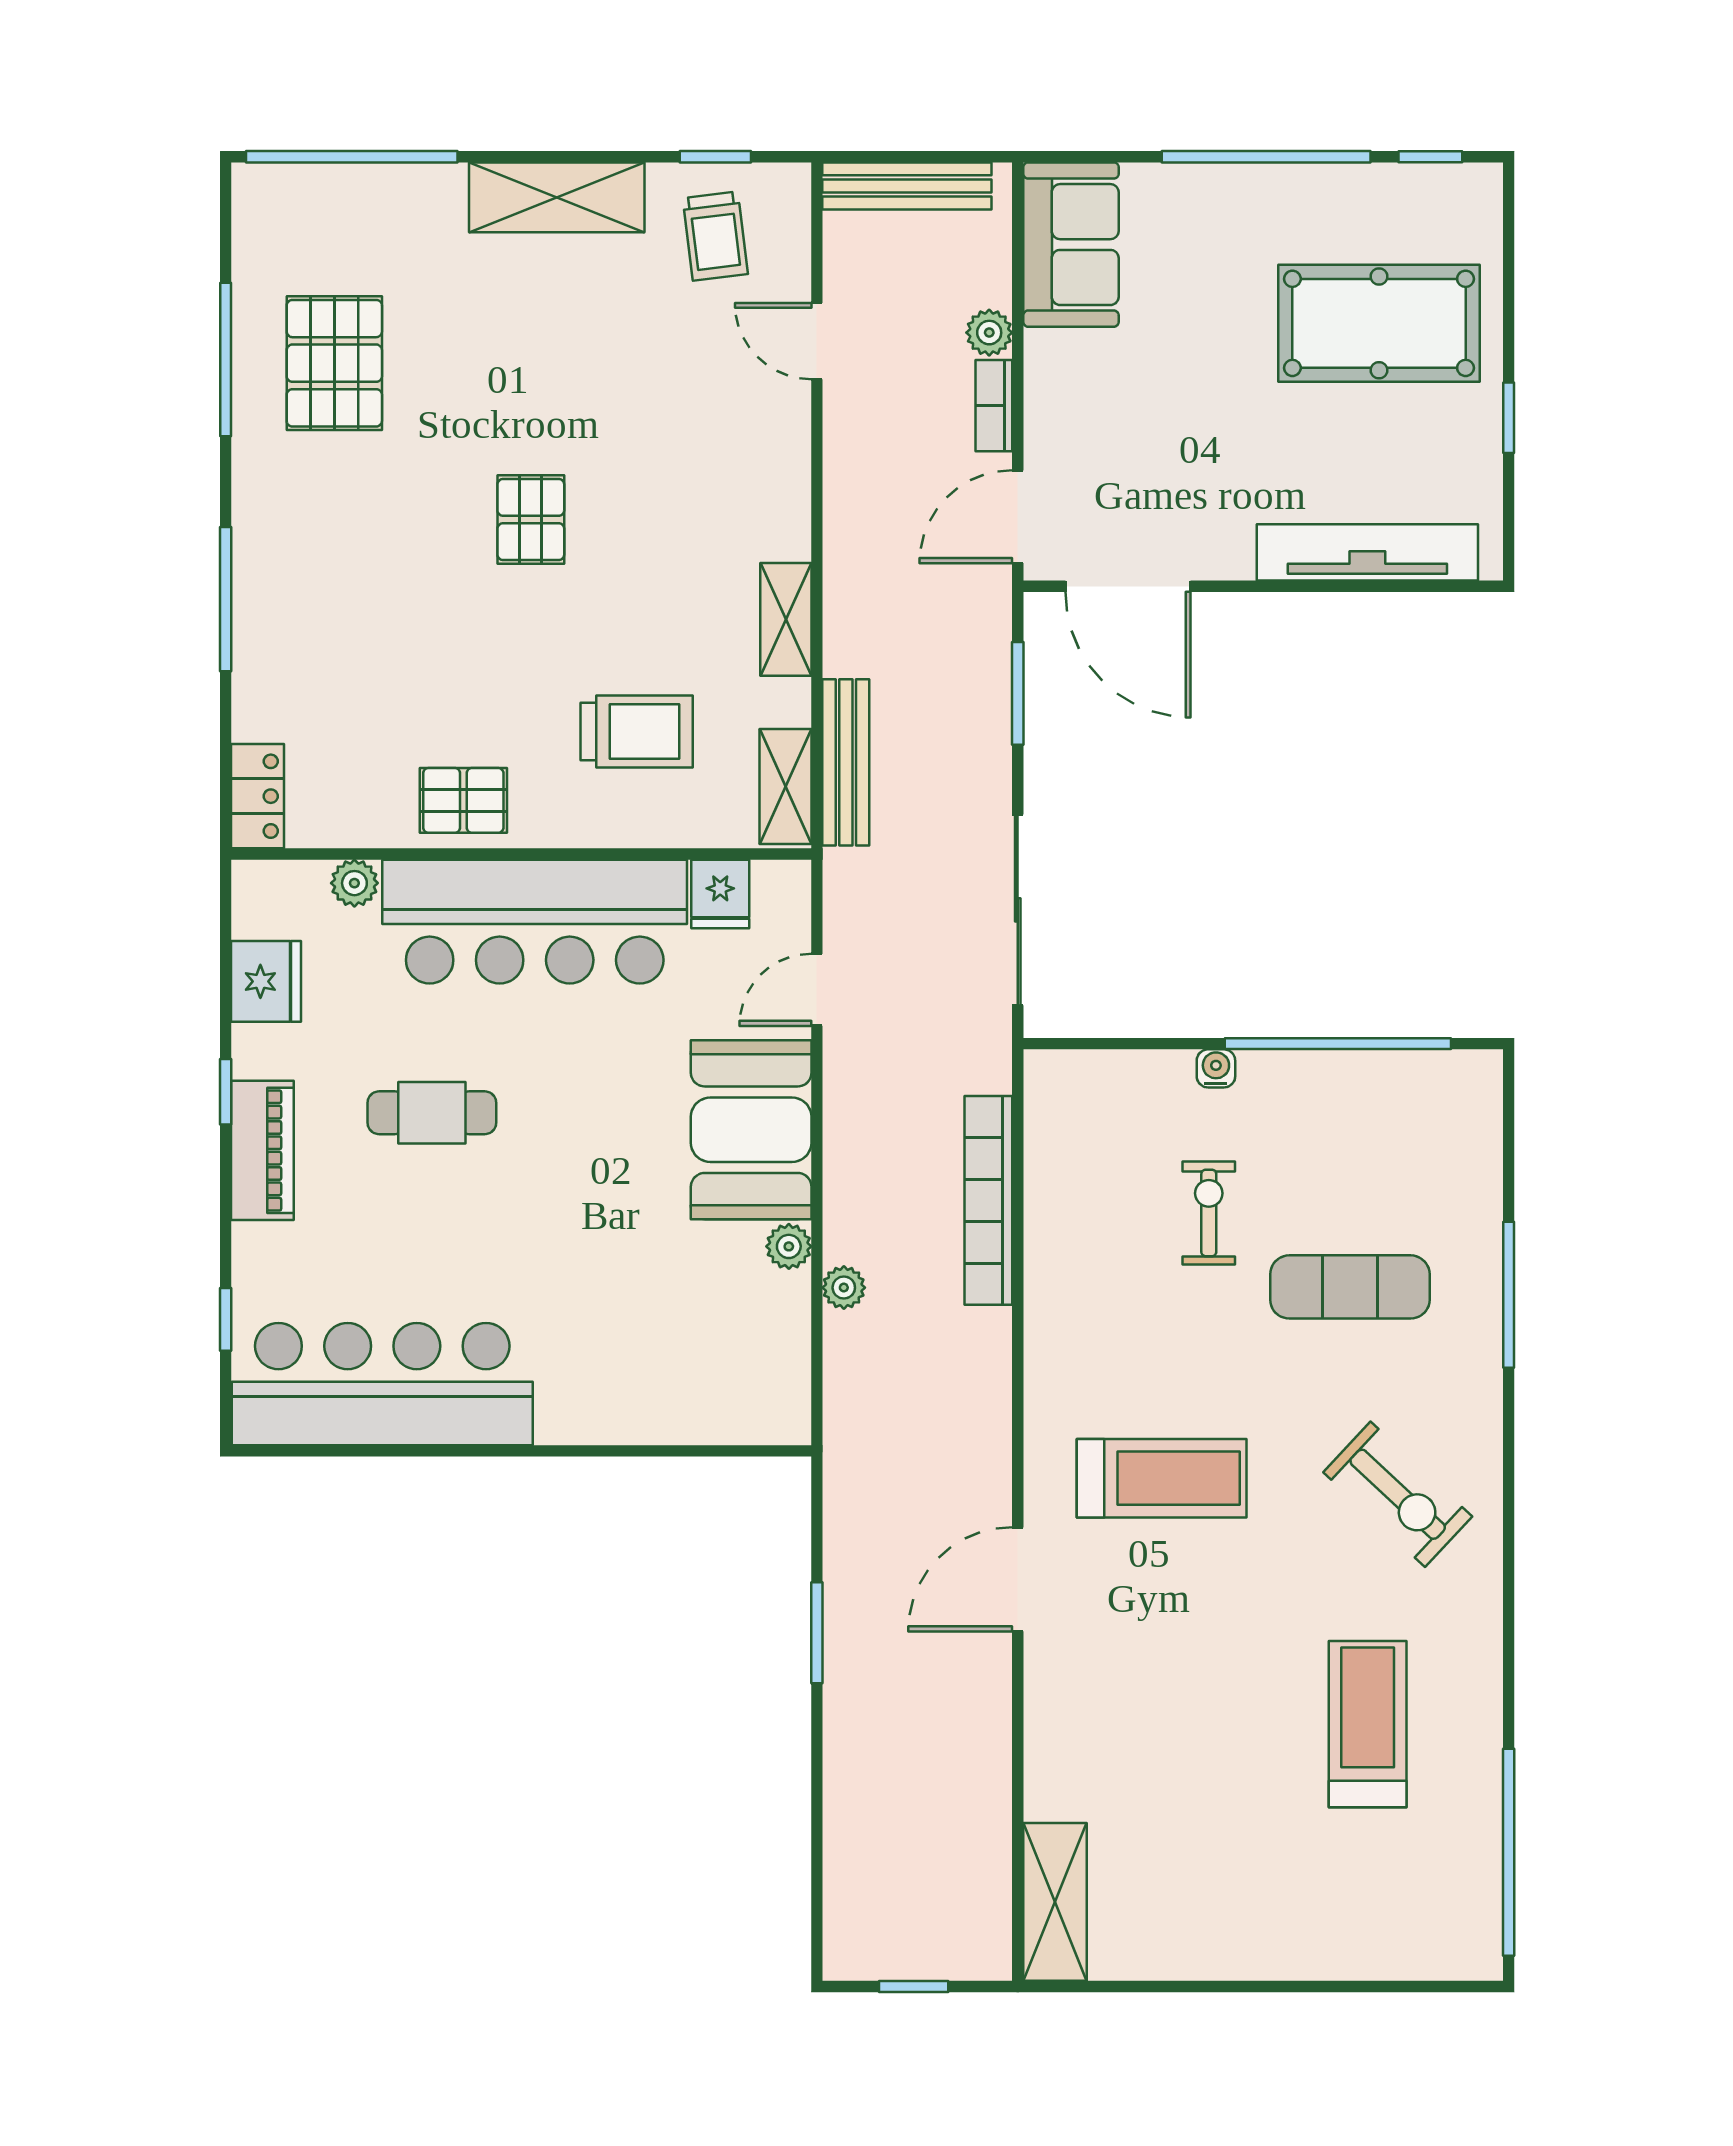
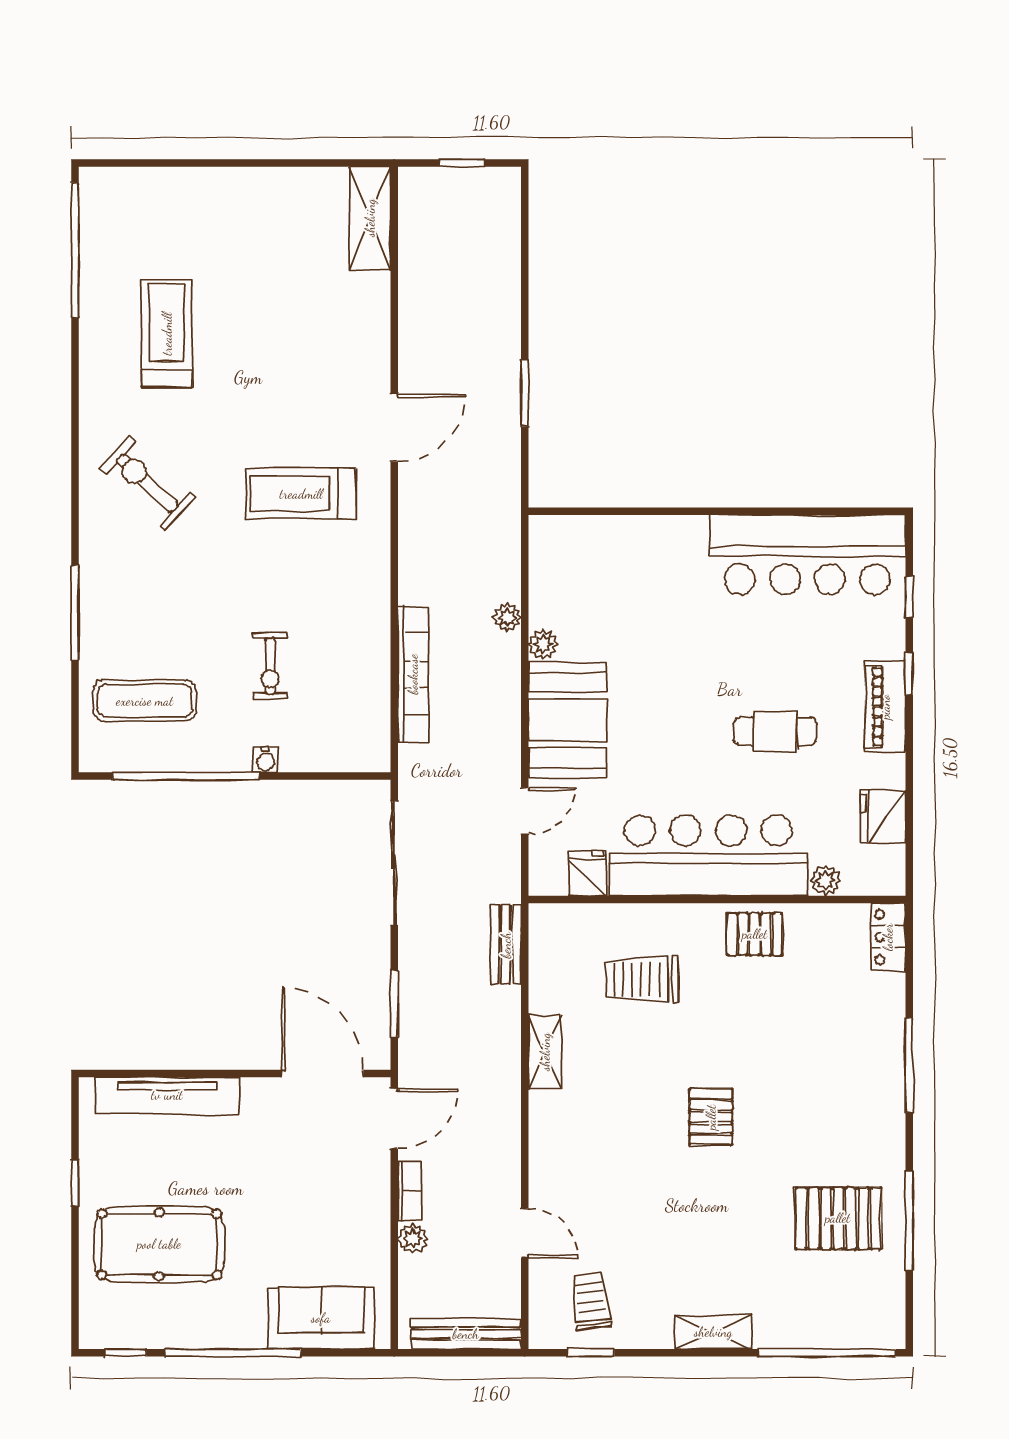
shelving: (557, 197) -> (713, 1332), width x0.67, depth x0.75
sofa: (1071, 245) -> (321, 1318), moved, turned 90
pallet: (334, 363) -> (838, 1218), turned 90
bench: (846, 762) -> (506, 945), width x0.73
shelving: (785, 787) -> (545, 943), removed
window: (226, 1092) -> (909, 674), moved
exercise mat: (1350, 1287) -> (145, 701), moved
treadmill: (1368, 1724) -> (167, 334), turned 180

